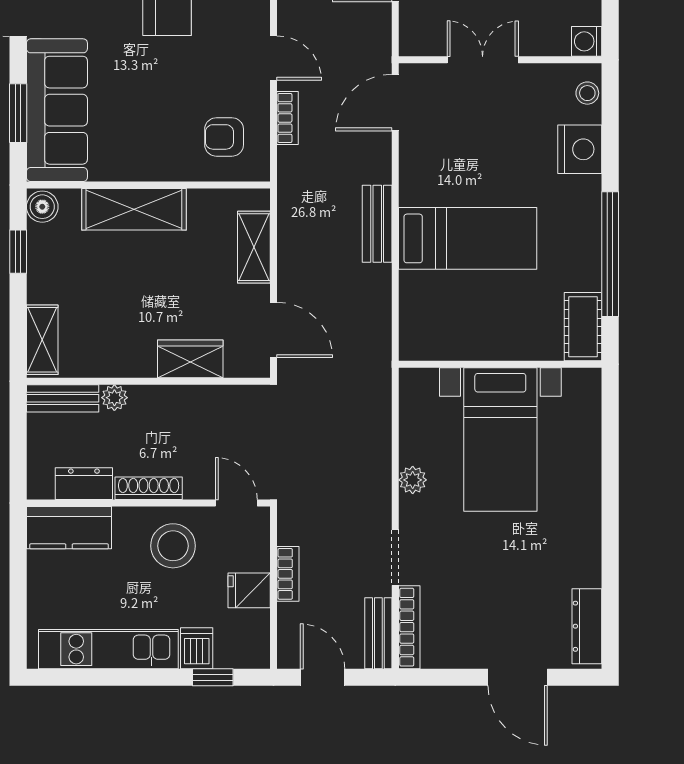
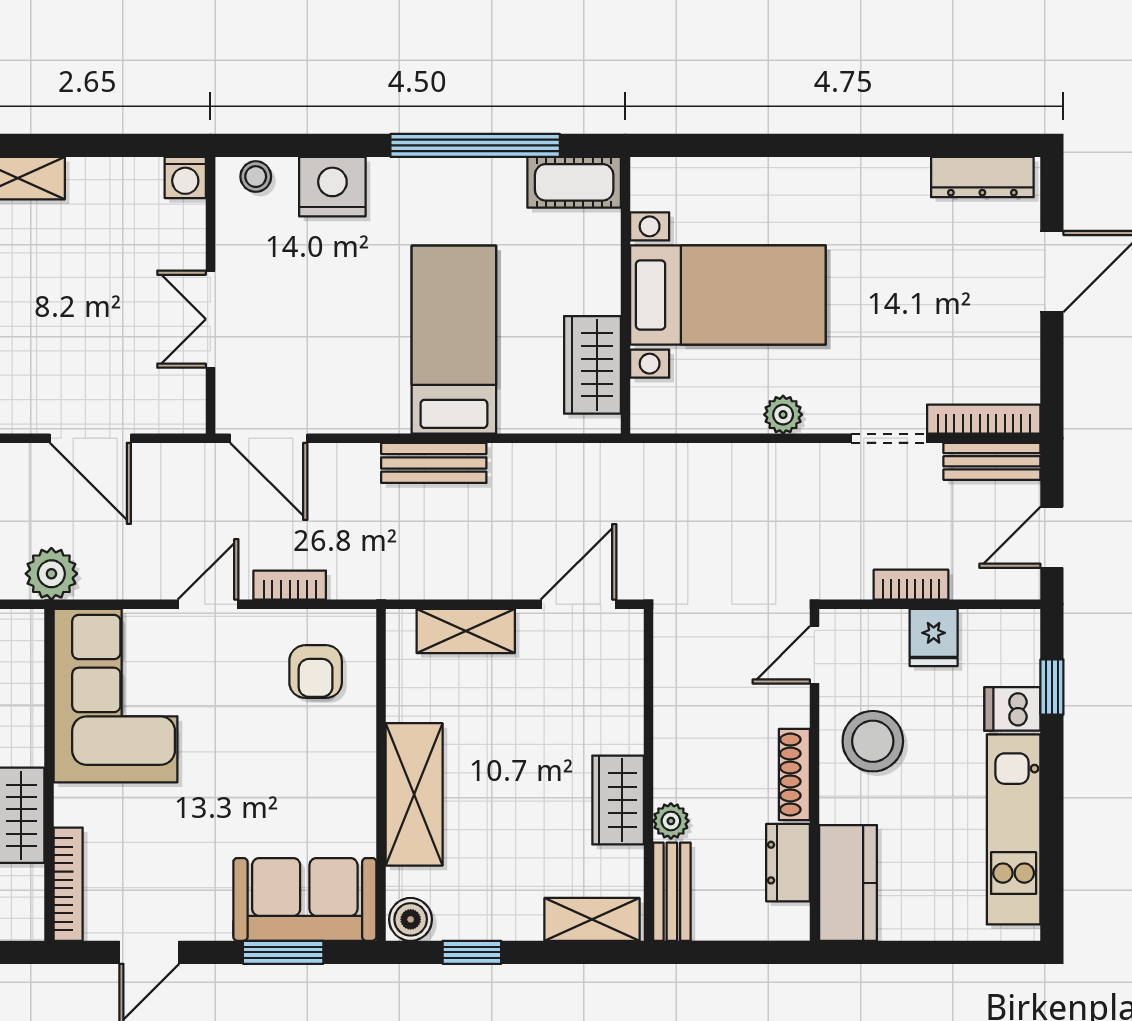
sofa: (57, 110) -> (305, 899), width x0.73
wardrobe: (449, 340) -> (592, 365), added
wardrobe: (190, 359) -> (618, 800), moved

